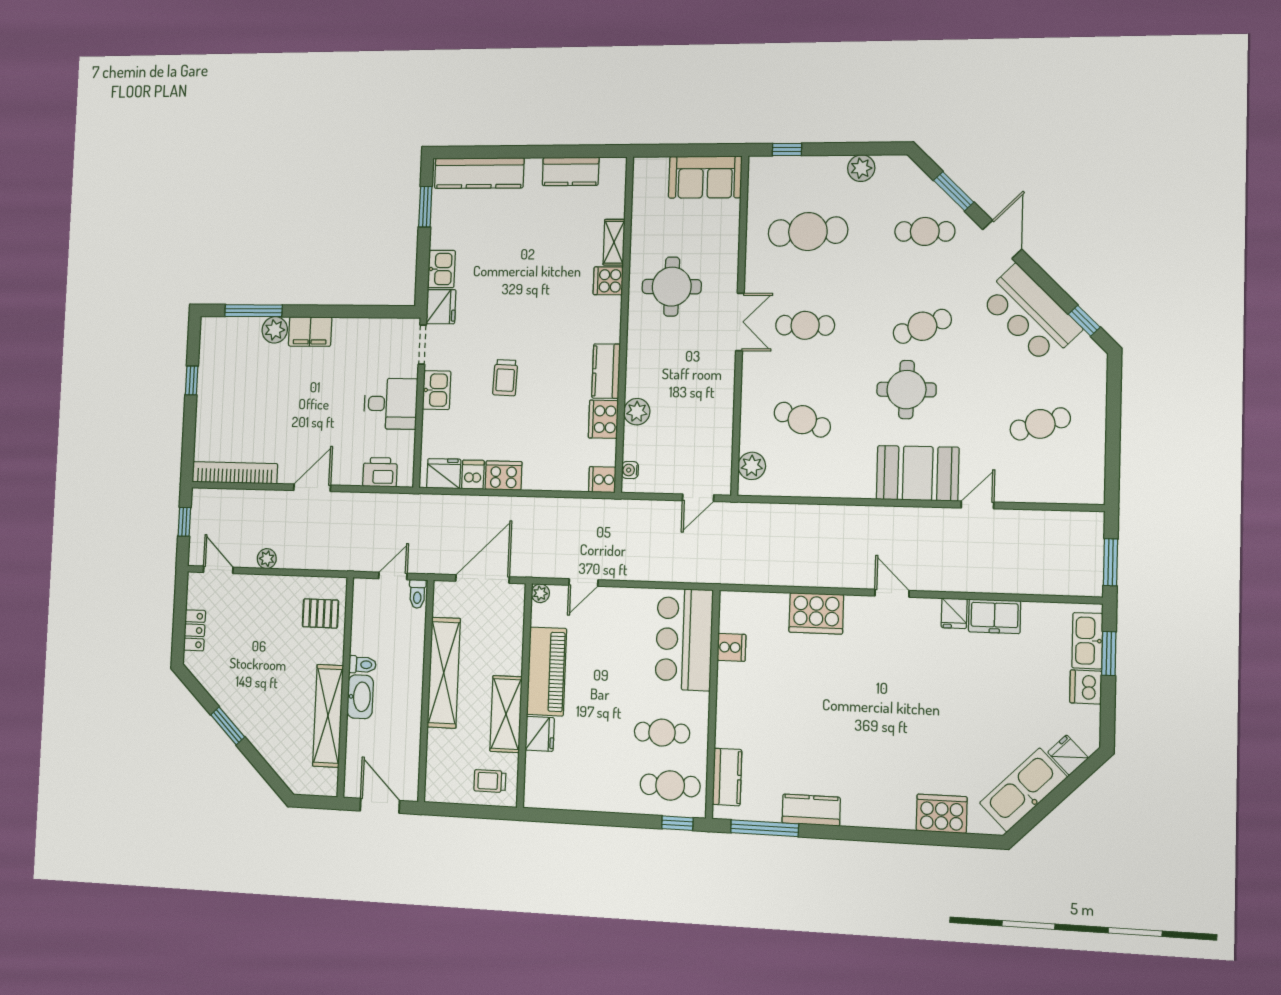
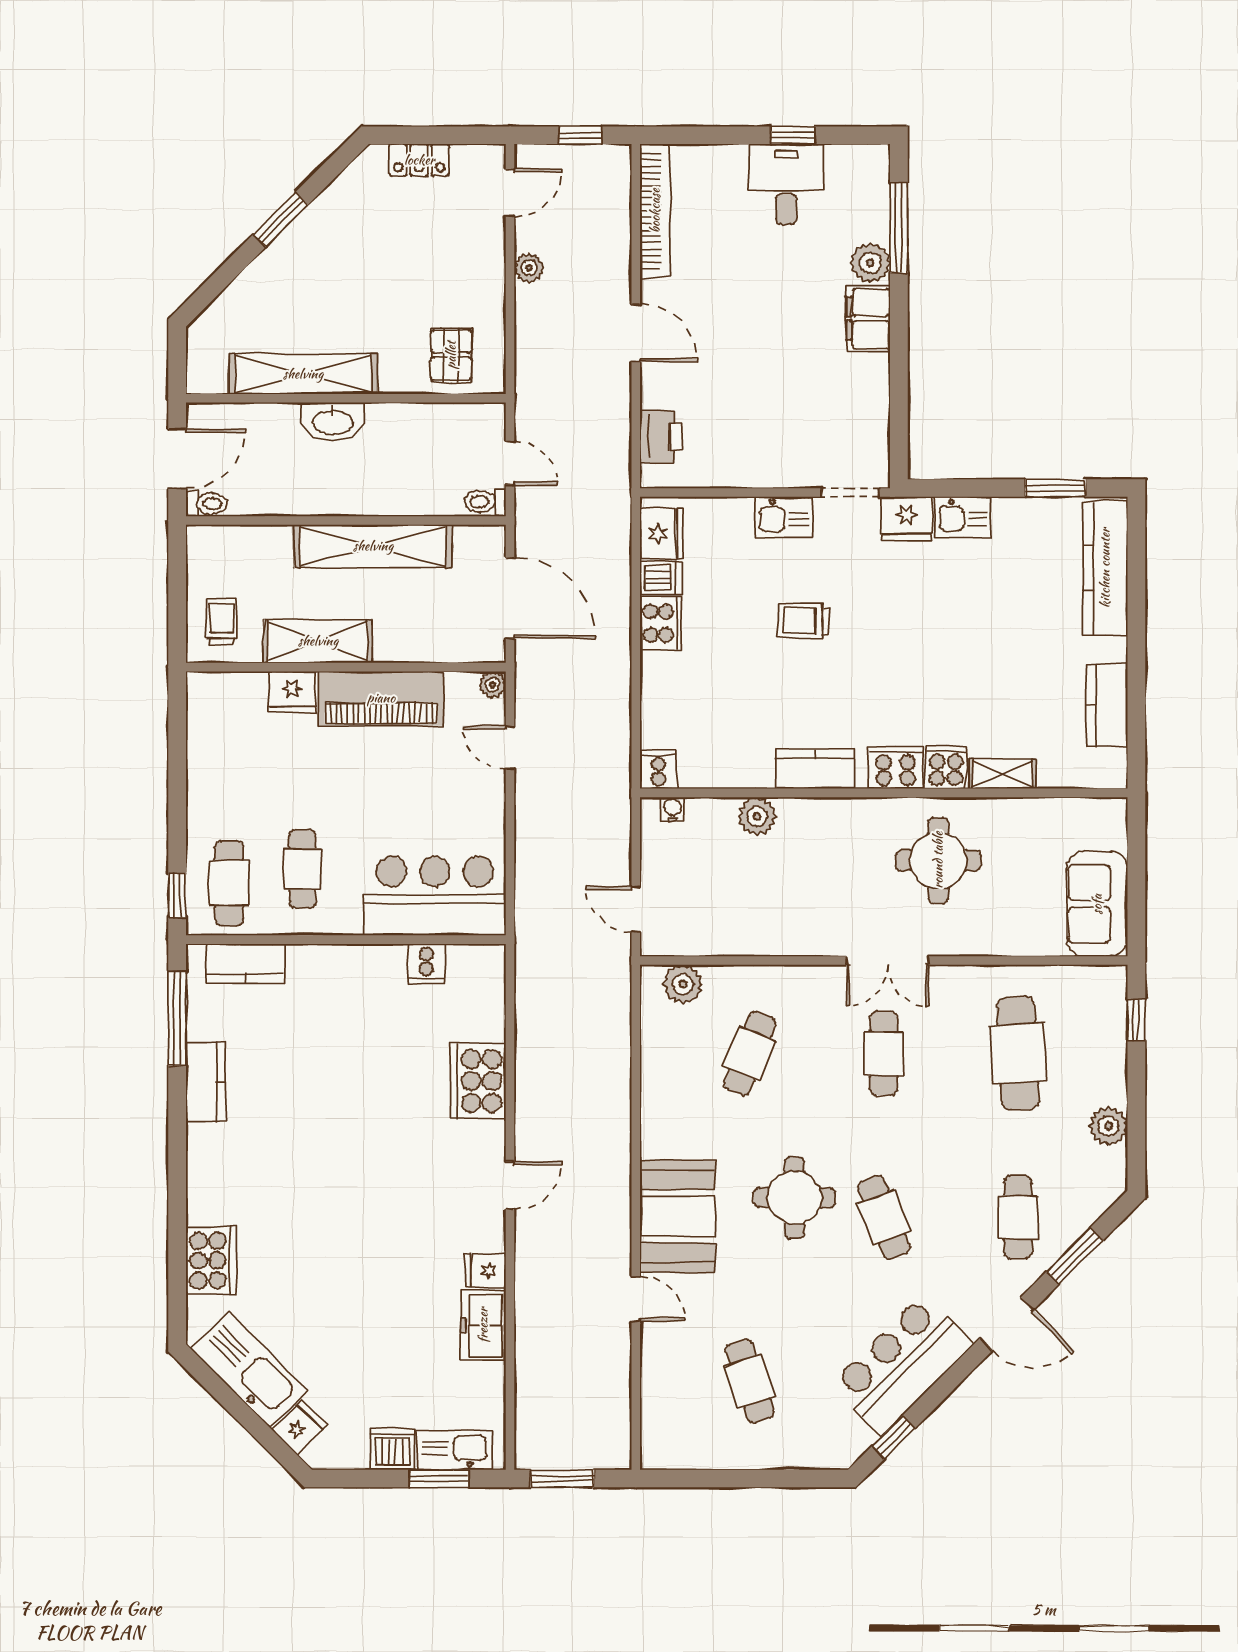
desk: (391, 404) -> (786, 184), moved, turned 180
cooker: (603, 419) -> (896, 768), moved
toilet: (362, 665) -> (206, 504), moved, turned -90

